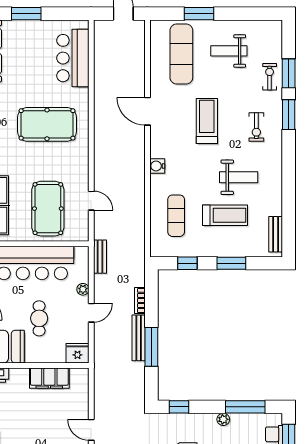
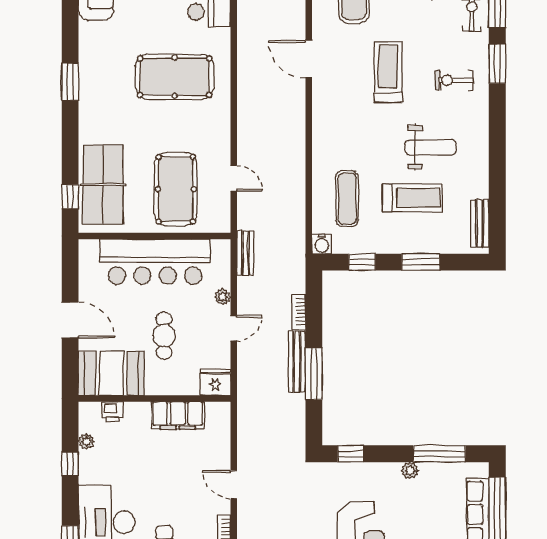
exercise bike: (256, 127) -> (454, 80), turned 90
water cooler: (157, 166) -> (322, 244), moved, turned -90

